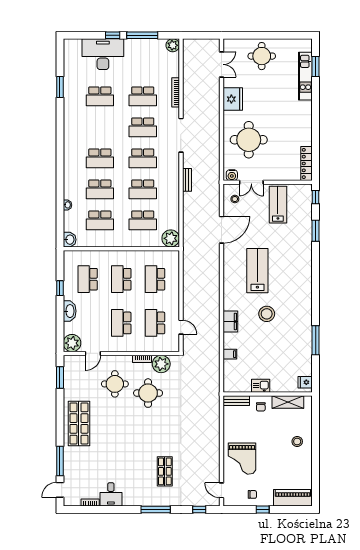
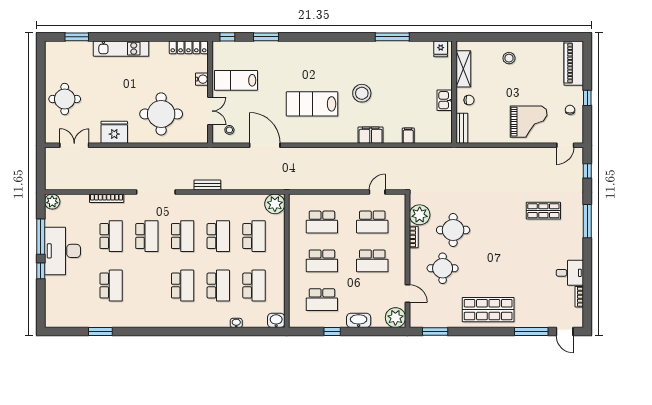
desk: (103, 54) -> (62, 251), moved
kitchen unit: (305, 76) -> (121, 49), moved
water cooler: (232, 175) -> (202, 79), moved

